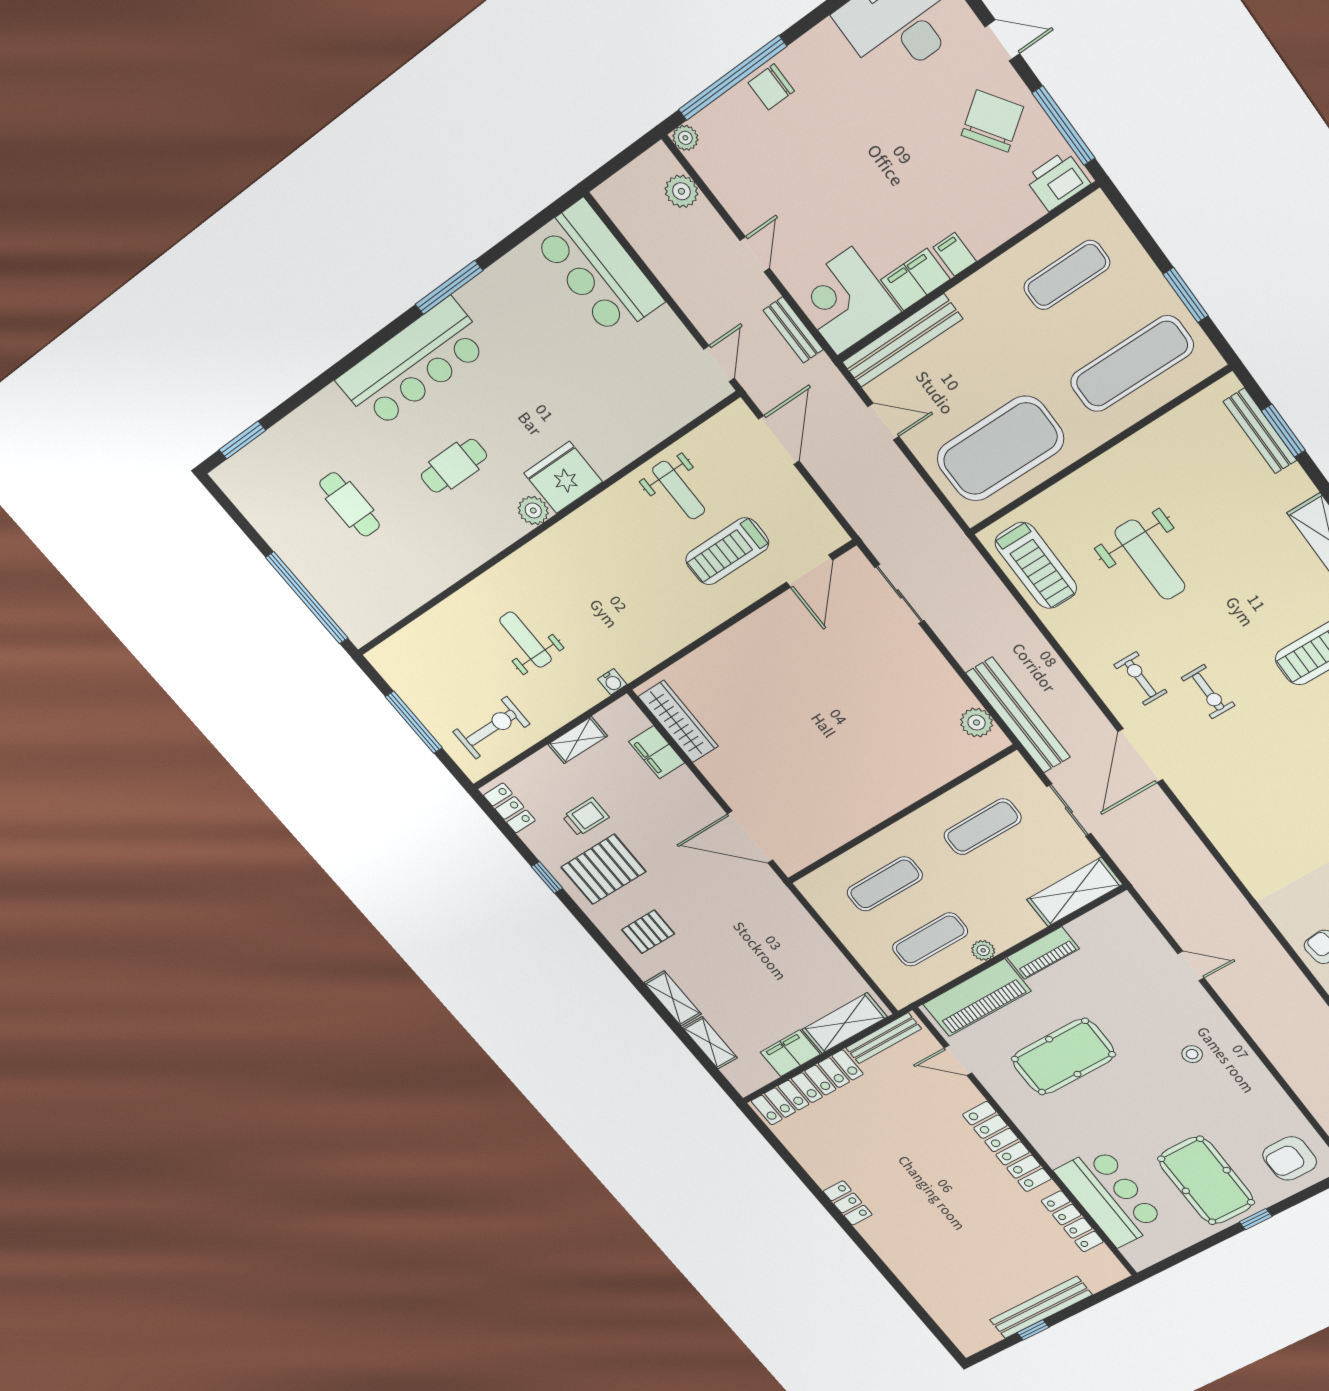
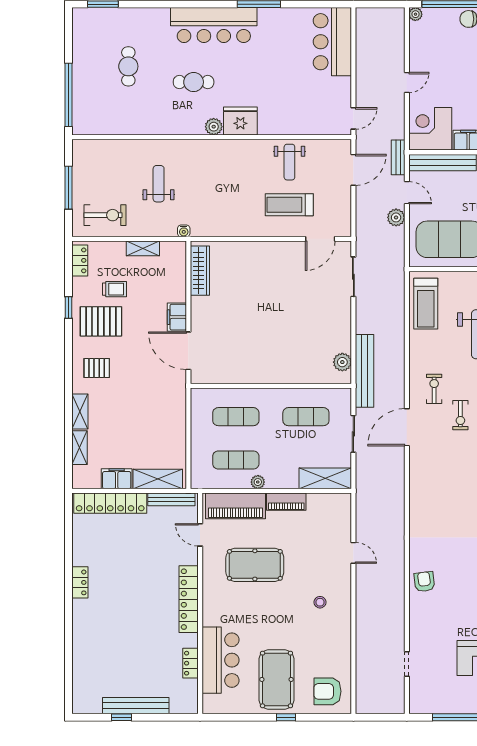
plant: (681, 191) -> (396, 217), moved
bench: (793, 330) -> (398, 157), moved
filing cabinet: (657, 752) -> (177, 317), moved
locker: (1072, 1221) -> (190, 663), width x0.66

